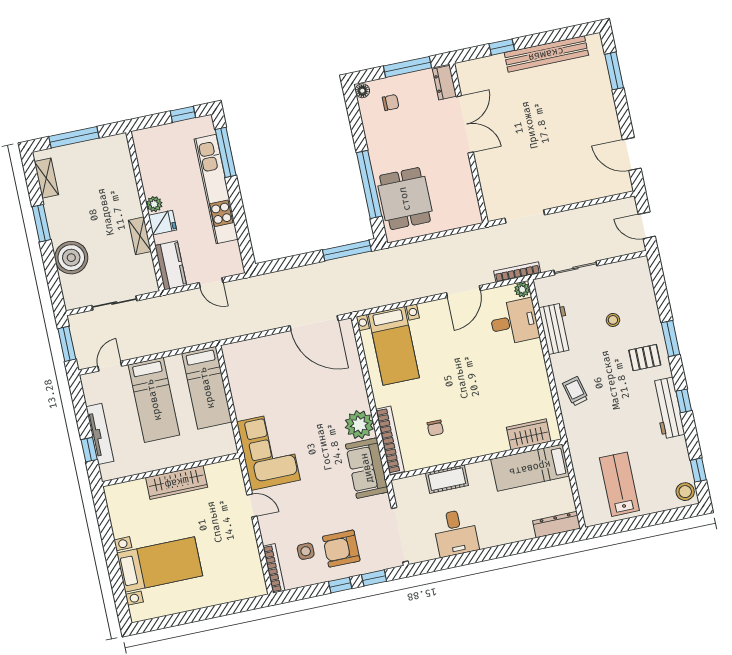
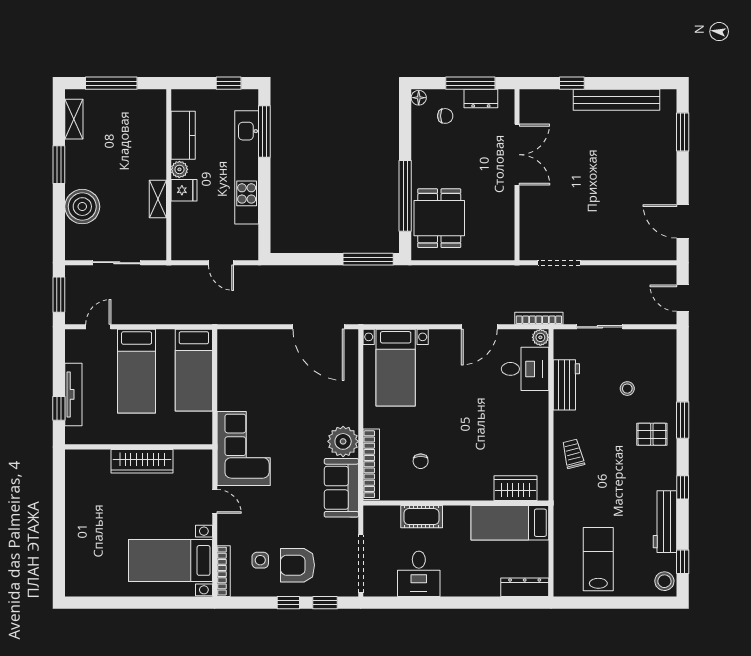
dresser: (444, 83) -> (481, 98), moved, turned -90
kitchen counter: (171, 265) -> (183, 135), moved
workbench: (668, 408) -> (665, 522), moved
bed with nightstands: (160, 564) -> (170, 560), moved, turned 180

